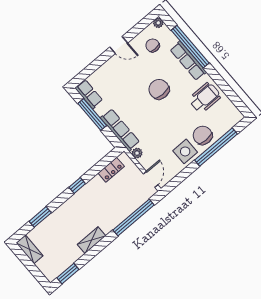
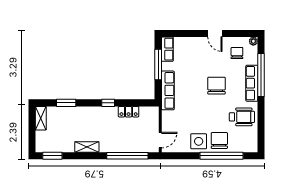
plant: (137, 153) -> (166, 115), removed
locker: (111, 170) -> (129, 112), moved

